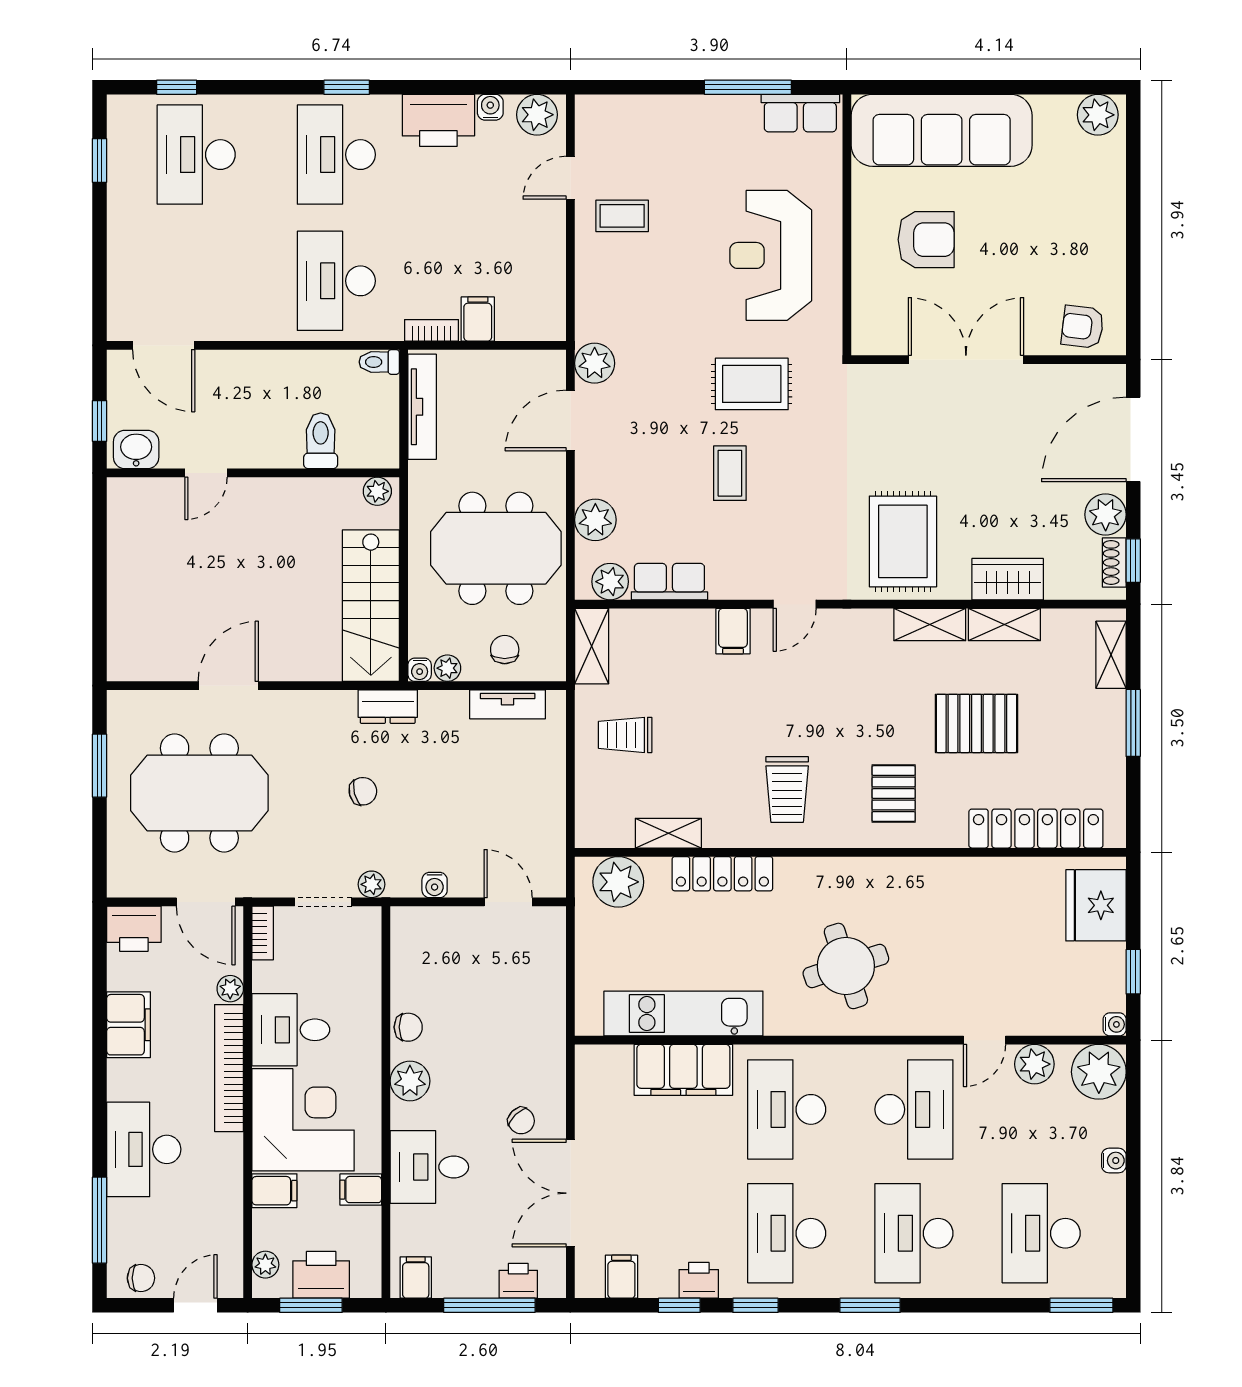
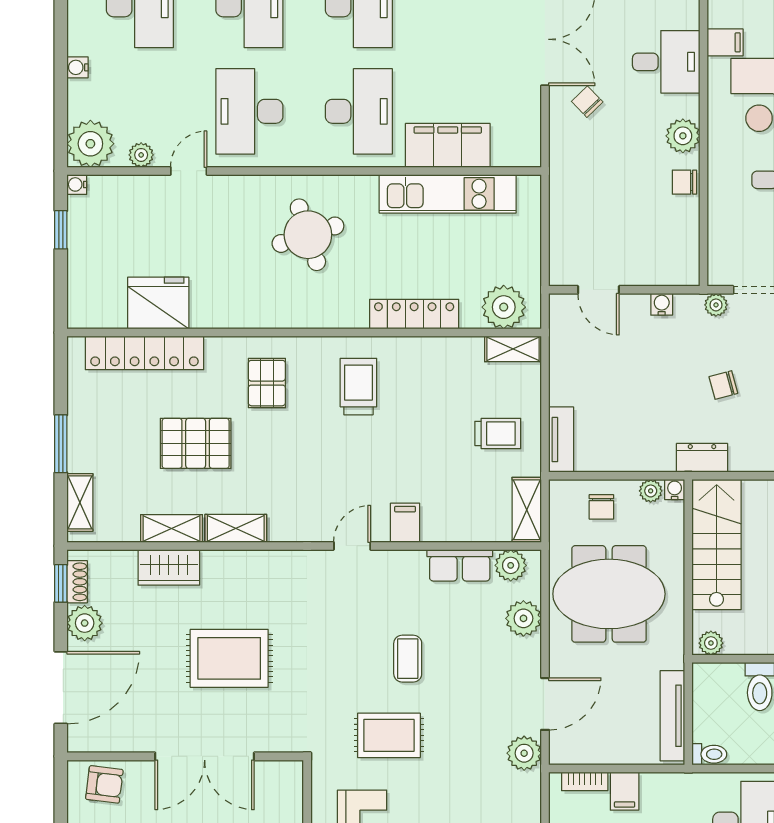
bookcase: (431, 330) -> (585, 781), moved
rug: (903, 541) -> (229, 658), moved, turned 90
tv unit: (508, 704) -> (561, 440), moved, turned 90
shelving: (668, 833) -> (513, 349), moved
fridge: (1096, 905) -> (158, 303), moved, turned -90
plant: (1034, 1064) -> (141, 155), width x0.73, depth x0.73

